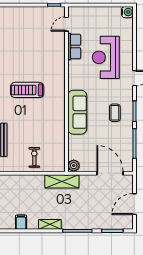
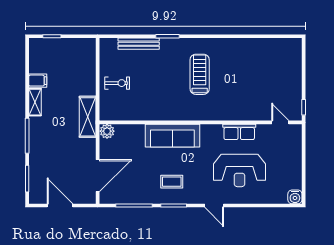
row of seats: (74, 46) -> (239, 132), moved
reception desk: (106, 57) -> (239, 170), turned 180
filing cabinet: (21, 222) -> (38, 81), moved

